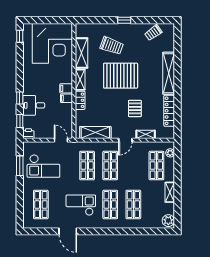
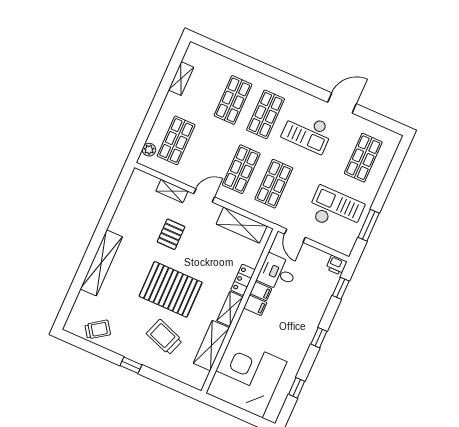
window: (20, 36) -> (297, 388), moved
window: (20, 98) -> (319, 338), moved
desk: (34, 105) -> (277, 273), moved, turned 180
locker: (169, 111) -> (124, 210), removed
shelving: (170, 192) -> (181, 79), moved
plant: (168, 221) -> (194, 55), removed
door: (68, 231) -> (342, 103), hinge flipped

